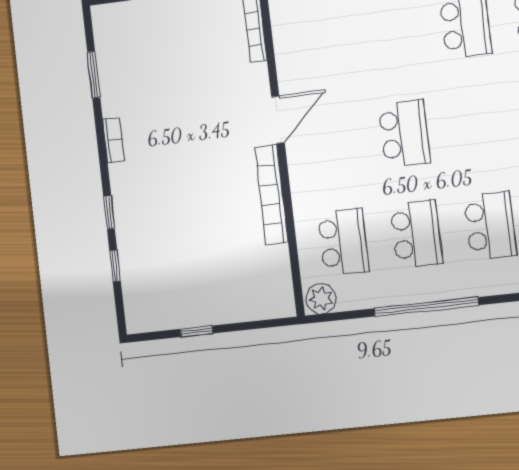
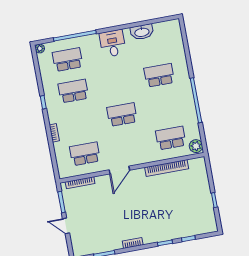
door: (278, 120) -> (119, 170), swing flipped
bookcase: (272, 195) -> (167, 168), moved
school desk: (416, 234) -> (85, 154), moved

